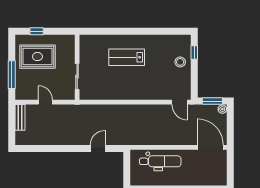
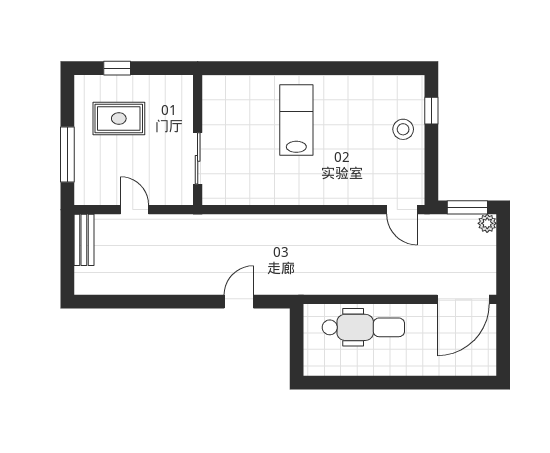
rug: (37, 57) -> (119, 119), width x0.73, depth x0.70
lab bench: (127, 57) -> (296, 120), turned 90
door: (210, 147) -> (463, 299), swing flipped

